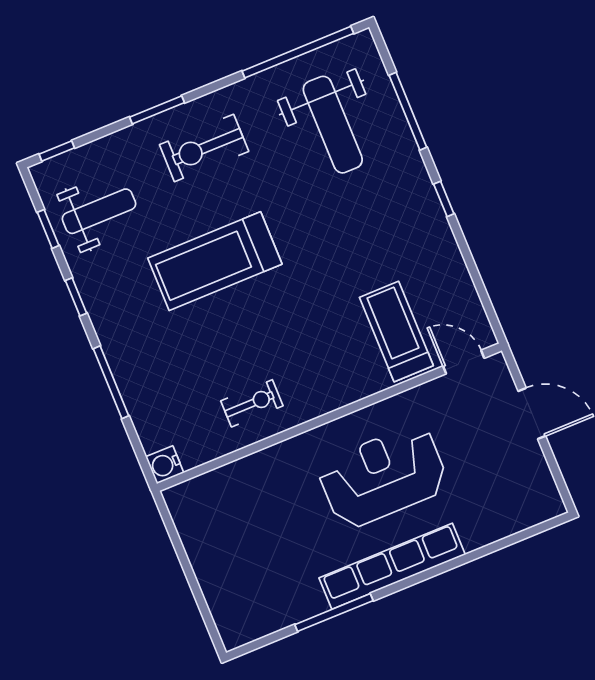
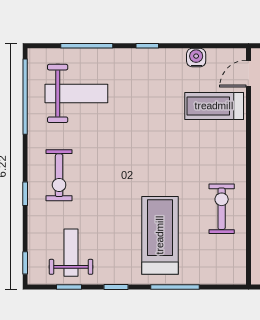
window: (157, 110) -> (25, 194), width x0.67
treadmill: (215, 261) -> (160, 235), moved, turned 180
exercise bike: (252, 403) -> (222, 209), width x1.38, depth x1.39
water cooler: (165, 465) -> (196, 58), moved, turned 180

